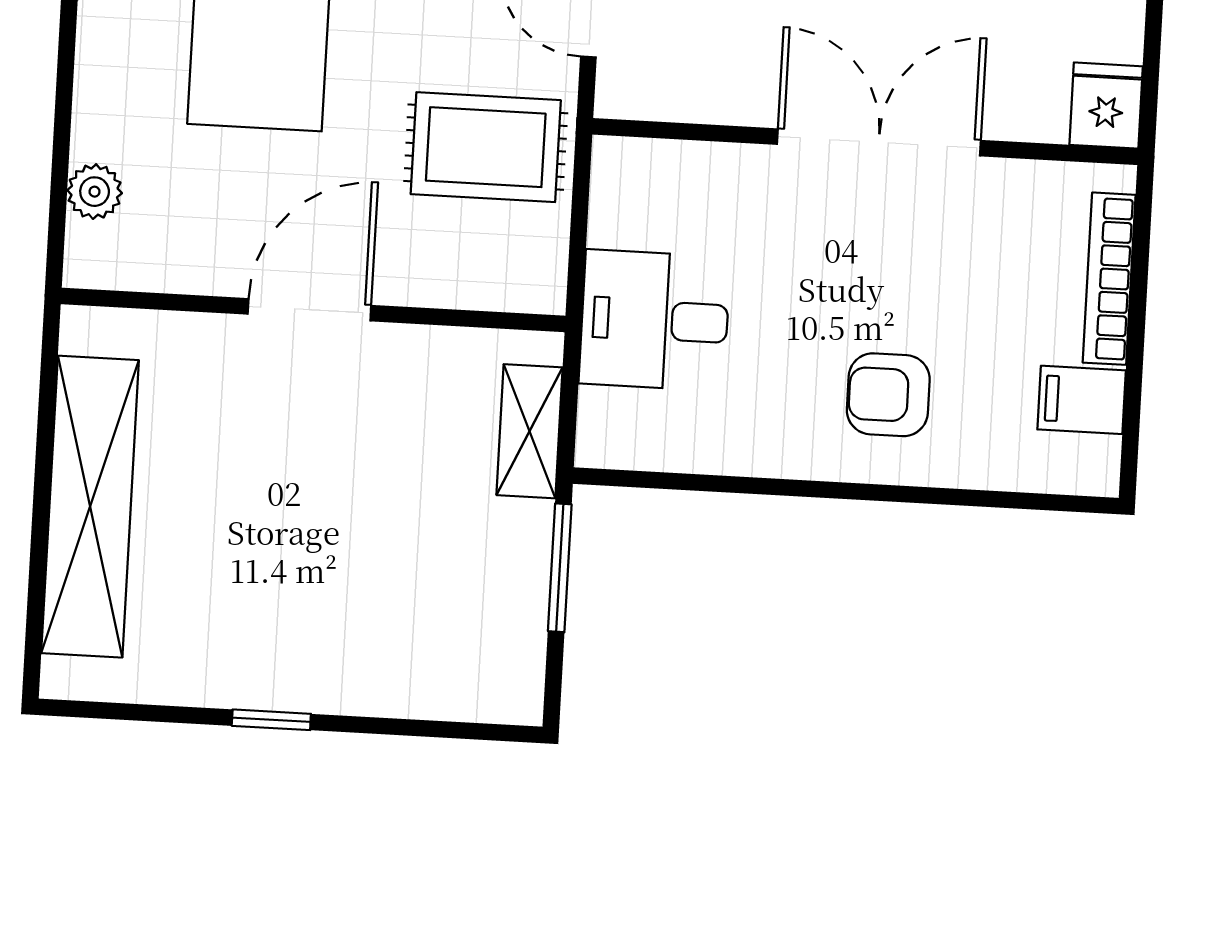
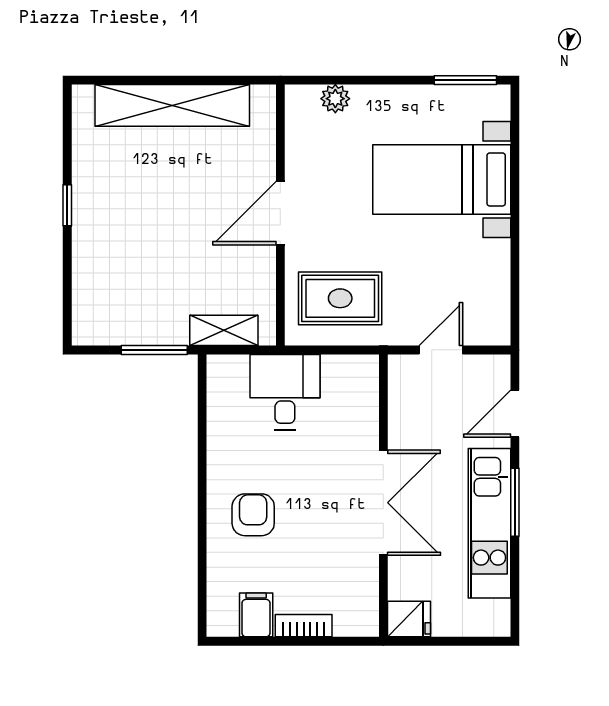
rug: (486, 147) -> (340, 298), moved, turned 90
bookcase: (1109, 279) -> (304, 626), width x0.64
door: (309, 310) -> (280, 213), swing flipped

